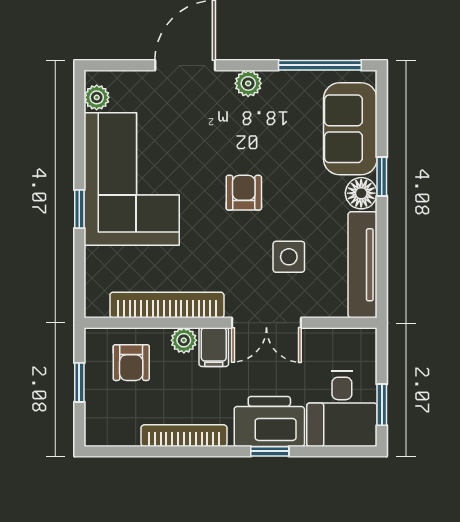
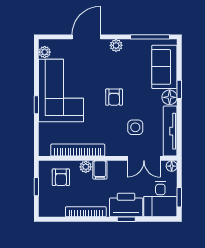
armchair: (244, 193) -> (114, 97), turned 180
double door: (266, 323) -> (144, 158), moved
floor lamp: (366, 339) -> (172, 166), added

